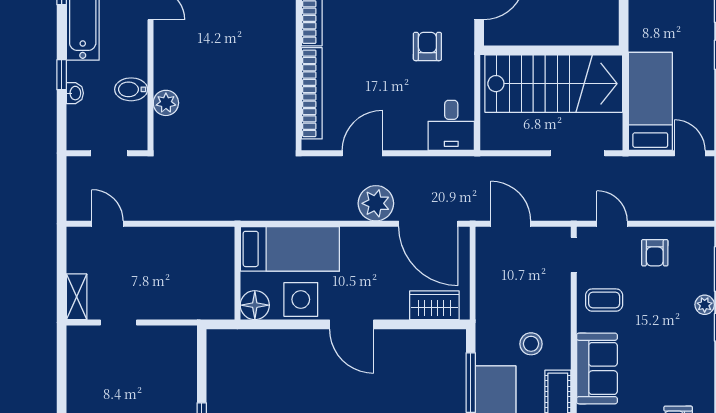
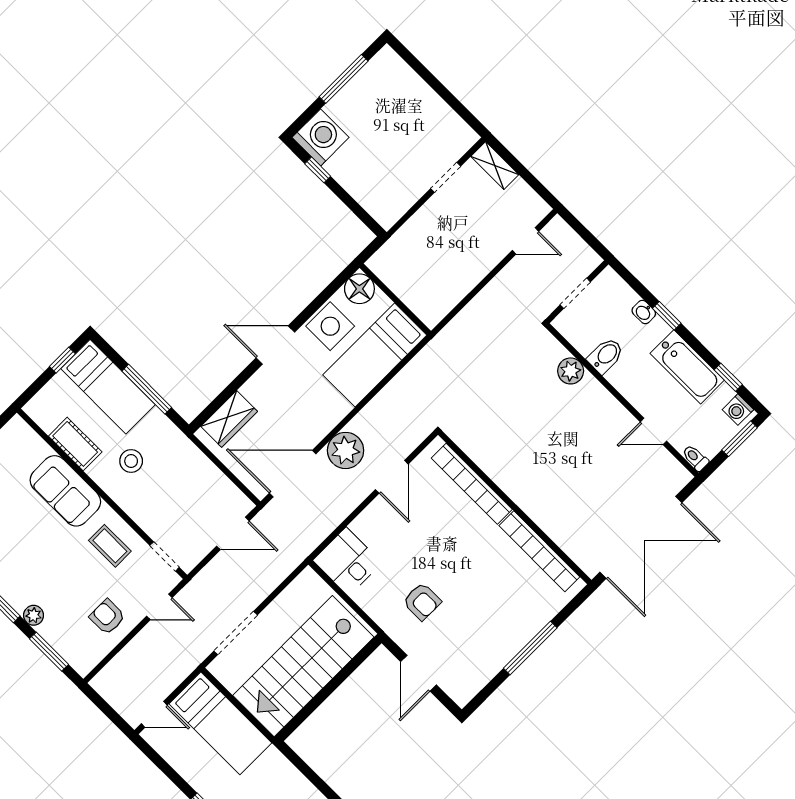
coffee table: (604, 300) -> (110, 546), turned 90

